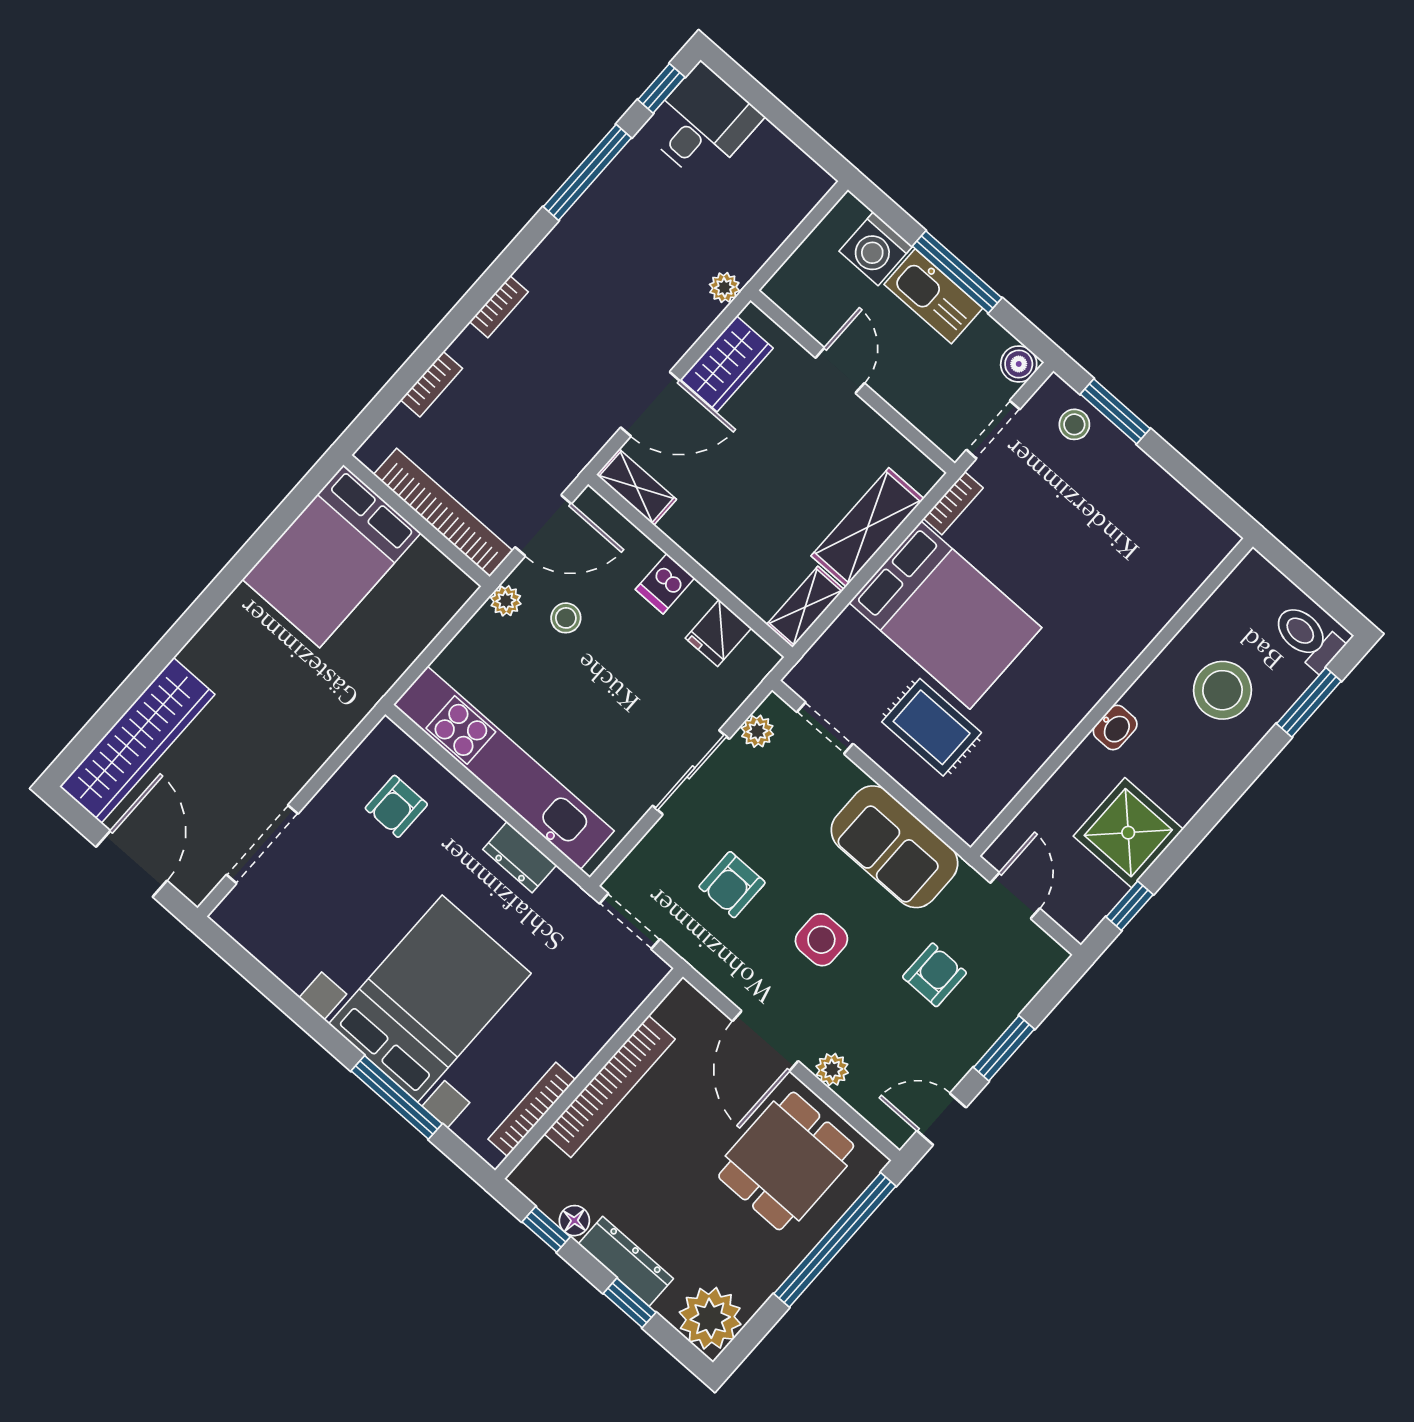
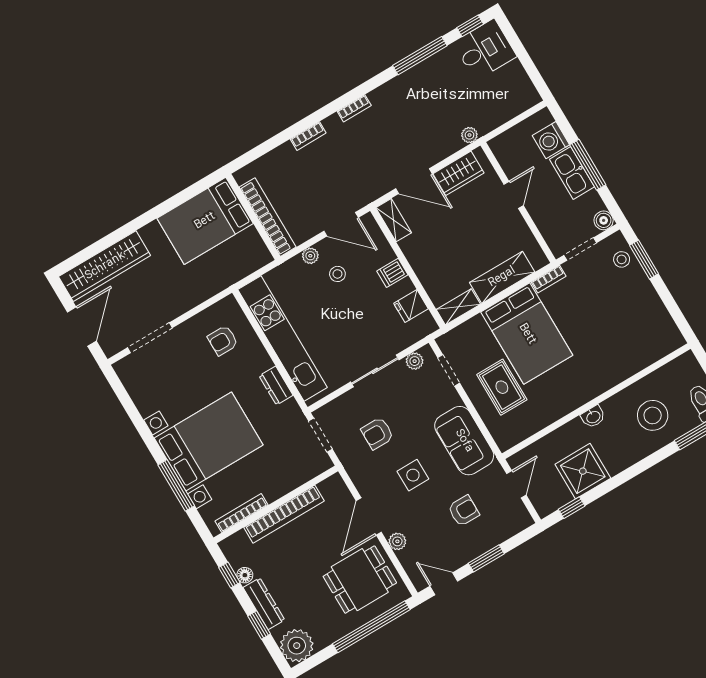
bookcase: (443, 512) -> (268, 217), moved
wall: (417, 521) -> (253, 217), moved
bed: (332, 556) -> (205, 221), moved

